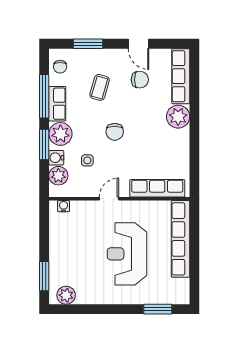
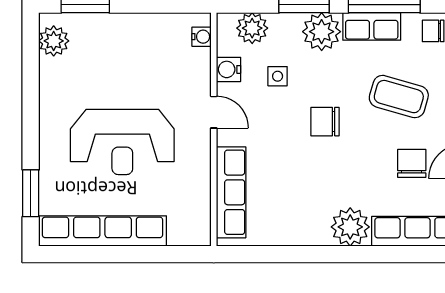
chair: (140, 80) -> (412, 163), turned 180
coffee table: (100, 87) -> (399, 97), width x1.36, depth x1.30
water cooler: (56, 158) -> (229, 69), moved, turned -90
row of seats: (181, 239) -> (102, 231), moved
reception desk: (127, 254) -> (122, 142), turned 180

